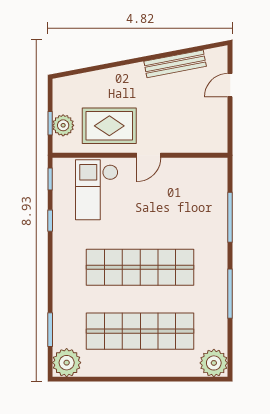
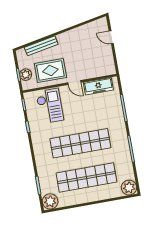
bench: (175, 64) -> (41, 46), moved
door: (230, 85) -> (111, 37), hinge flipped
door: (149, 155) -> (74, 83), hinge flipped
freezer: (191, 170) -> (98, 86), added
checkout: (97, 190) -> (50, 106), turned 180

